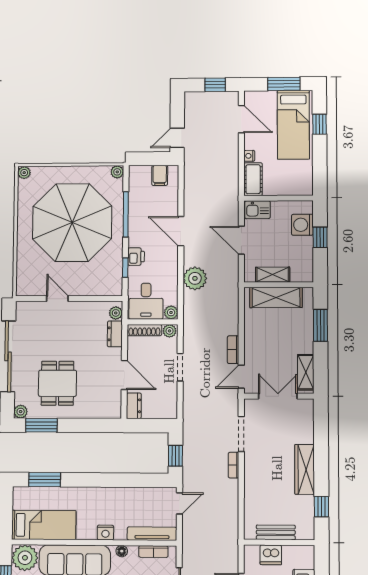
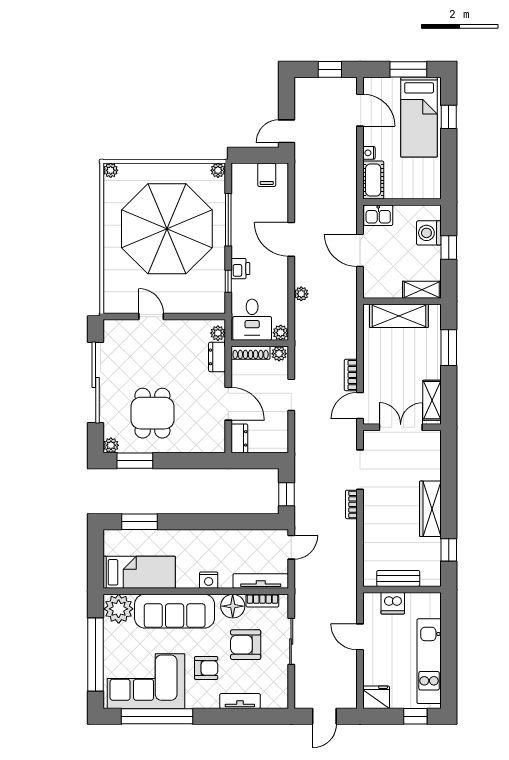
shelving: (273, 275) -> (422, 290), moved
plant: (195, 278) -> (301, 294), width x0.53, depth x0.53
floor lamp: (122, 551) -> (233, 606), width x1.89, depth x1.89

